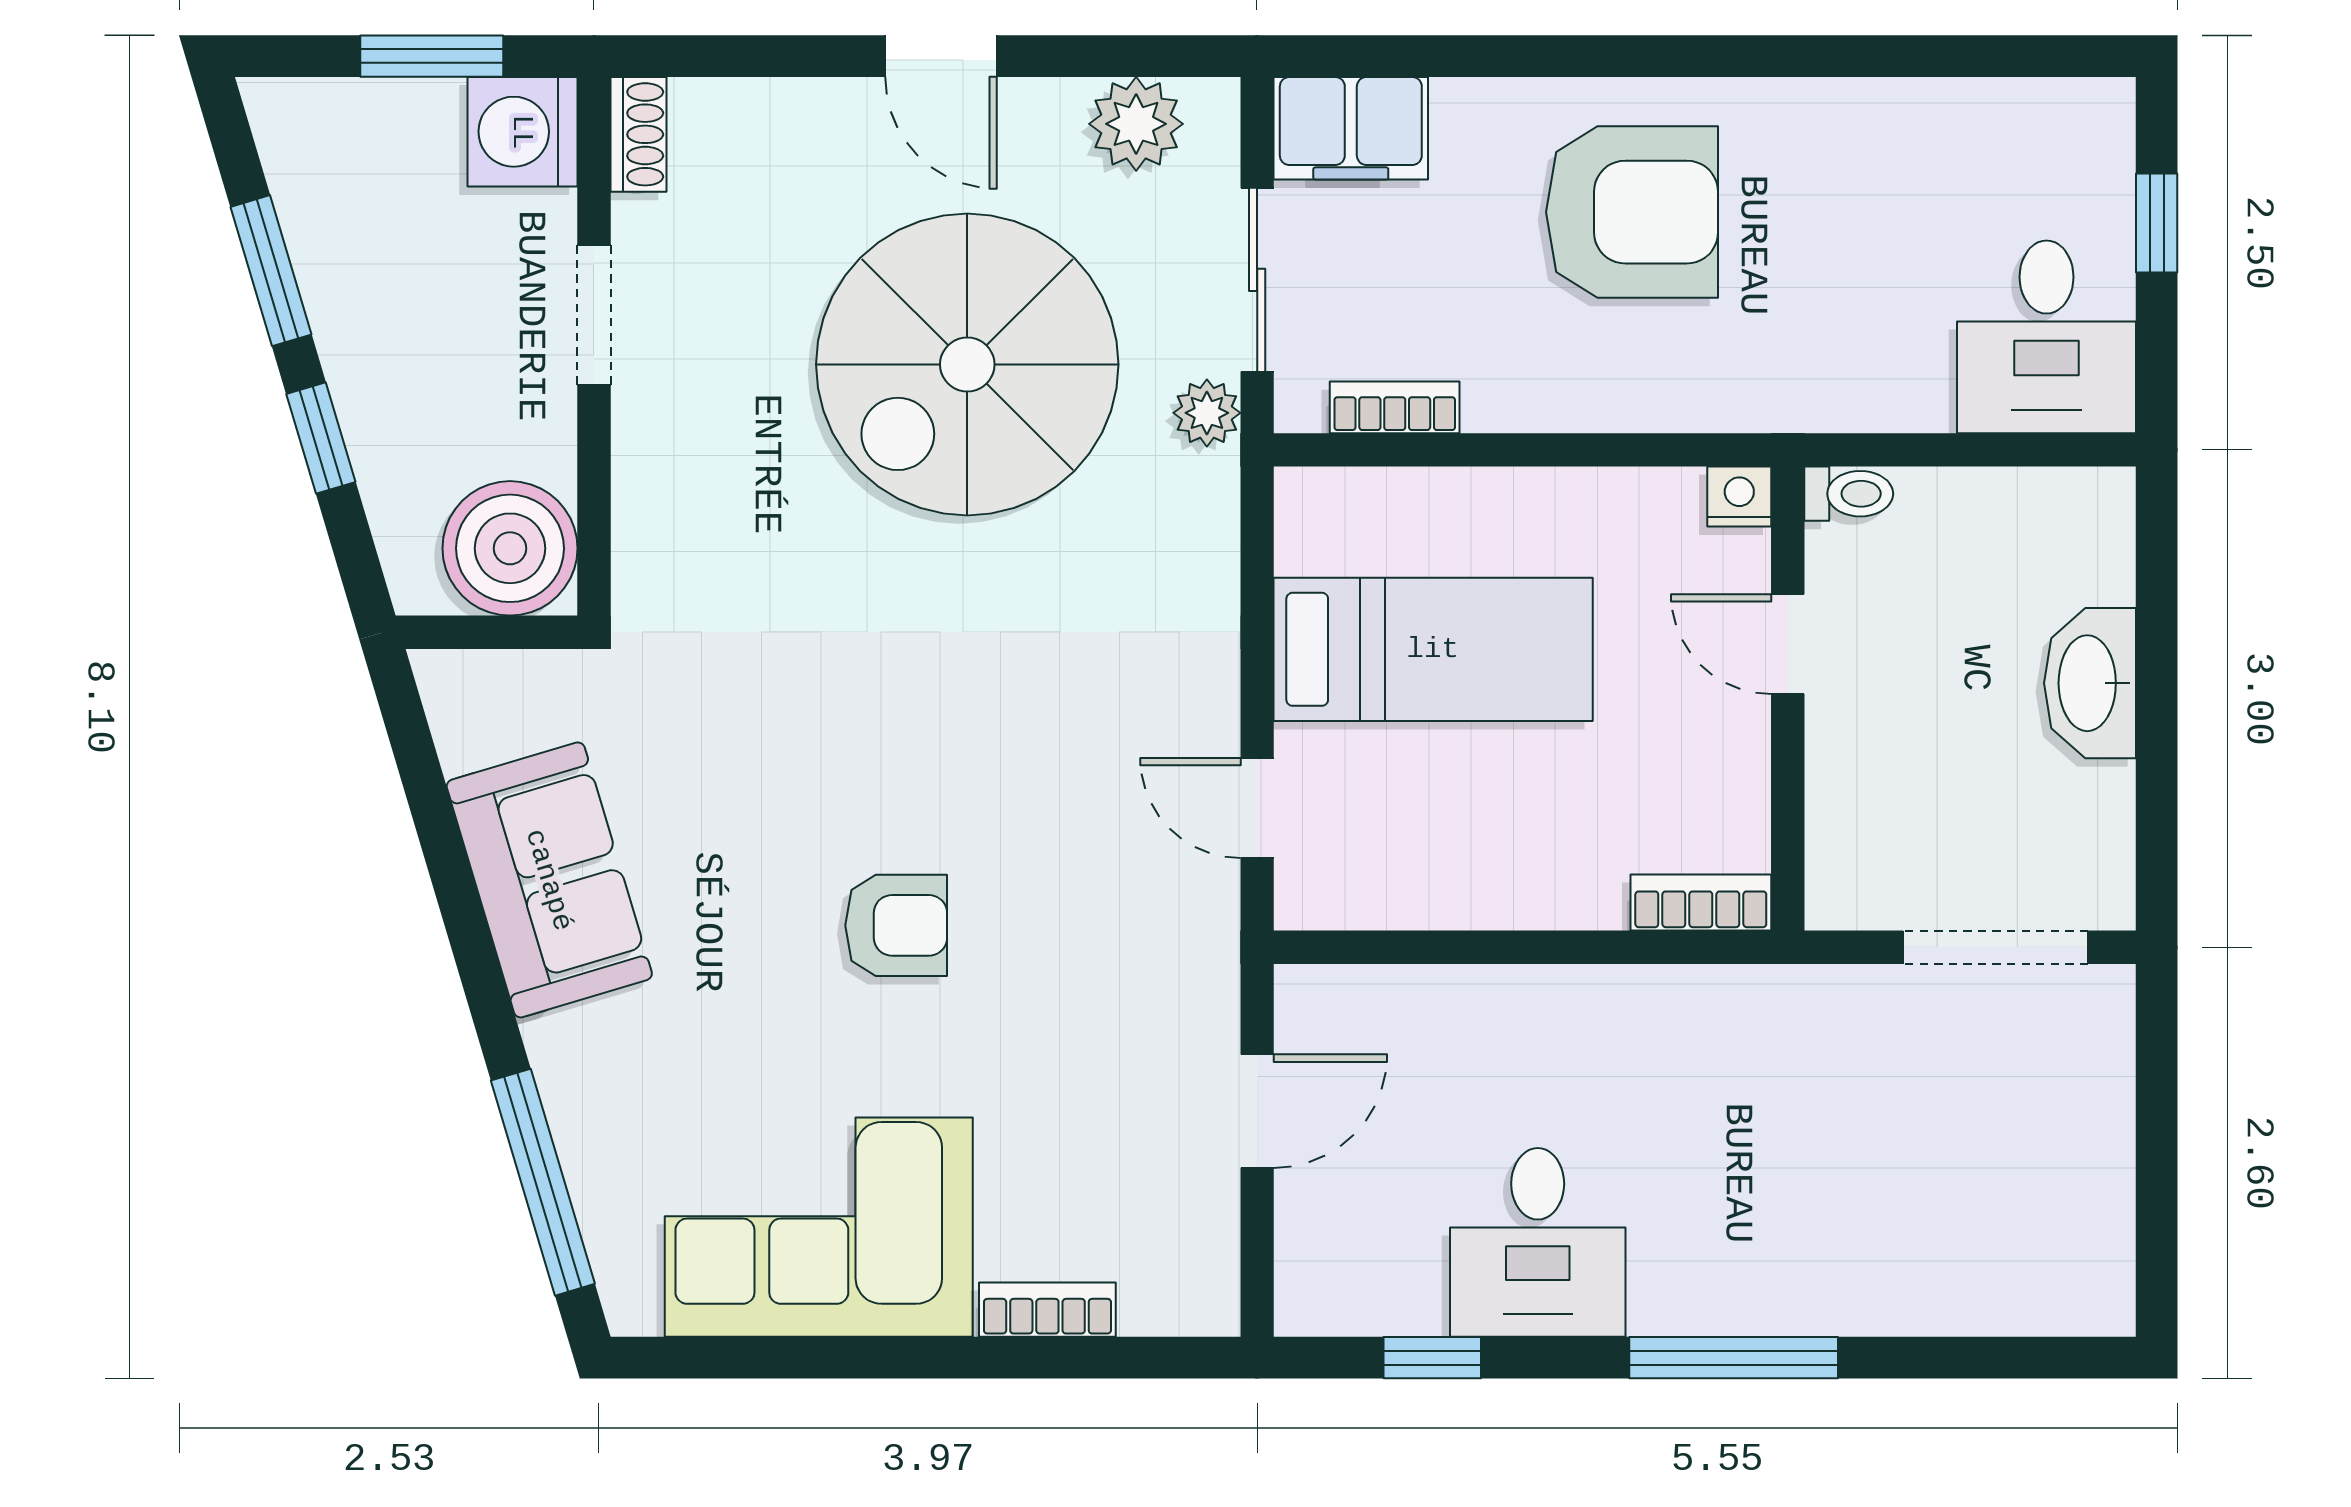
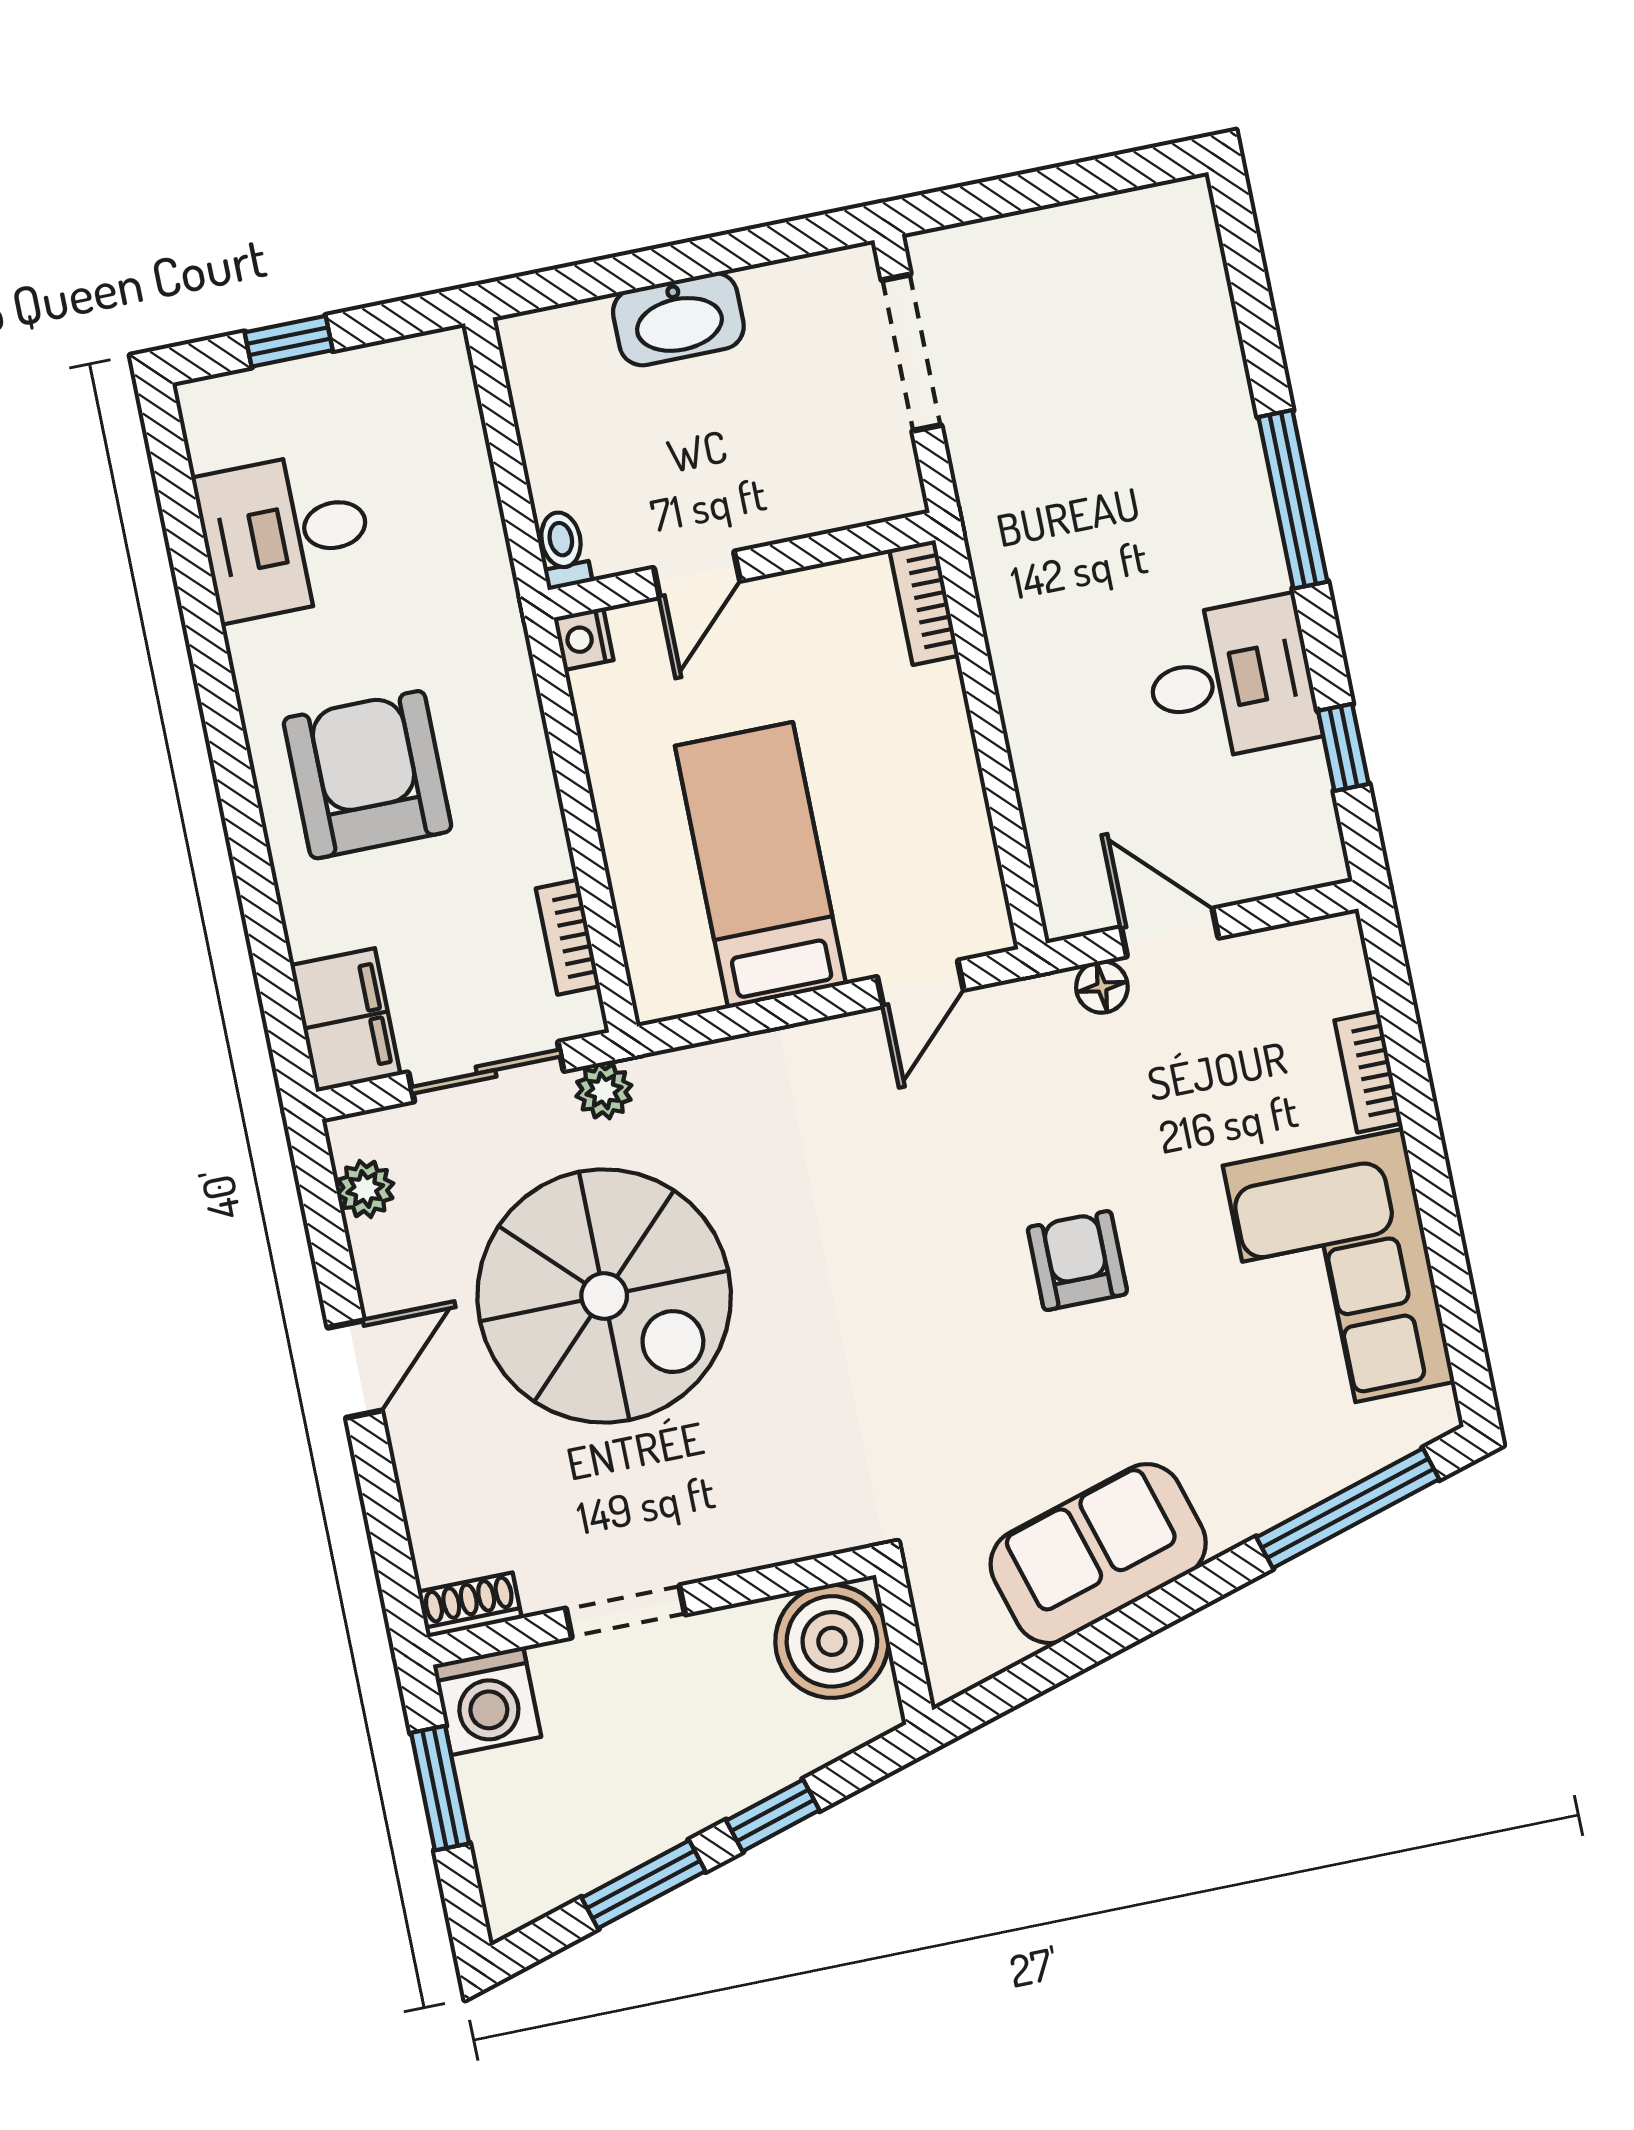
plant: (1136, 124) -> (365, 1189), width x0.73, depth x0.73
desk: (2046, 337) -> (286, 535), moved, turned 180
floor lamp: (1210, 1019) -> (1102, 987), added

